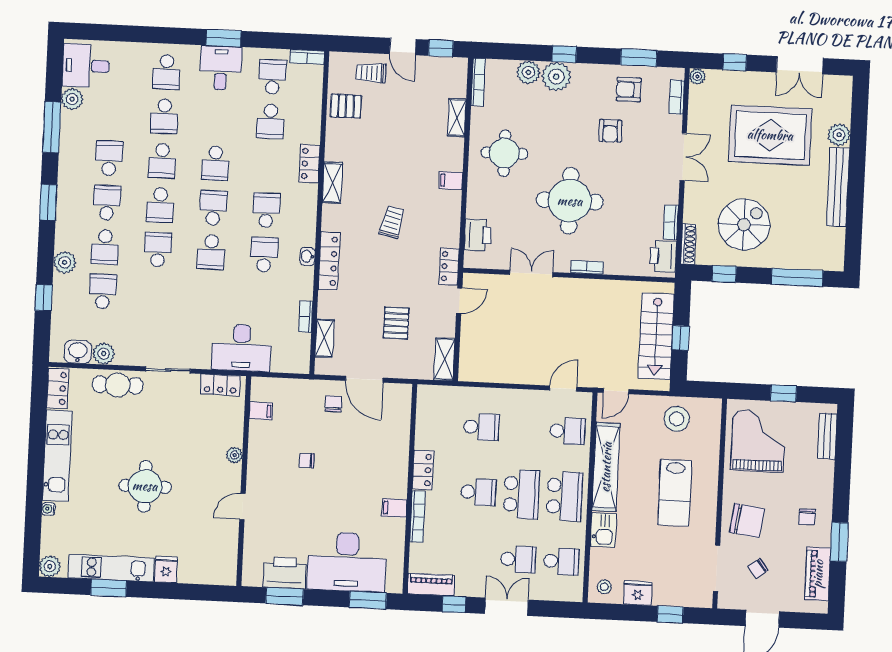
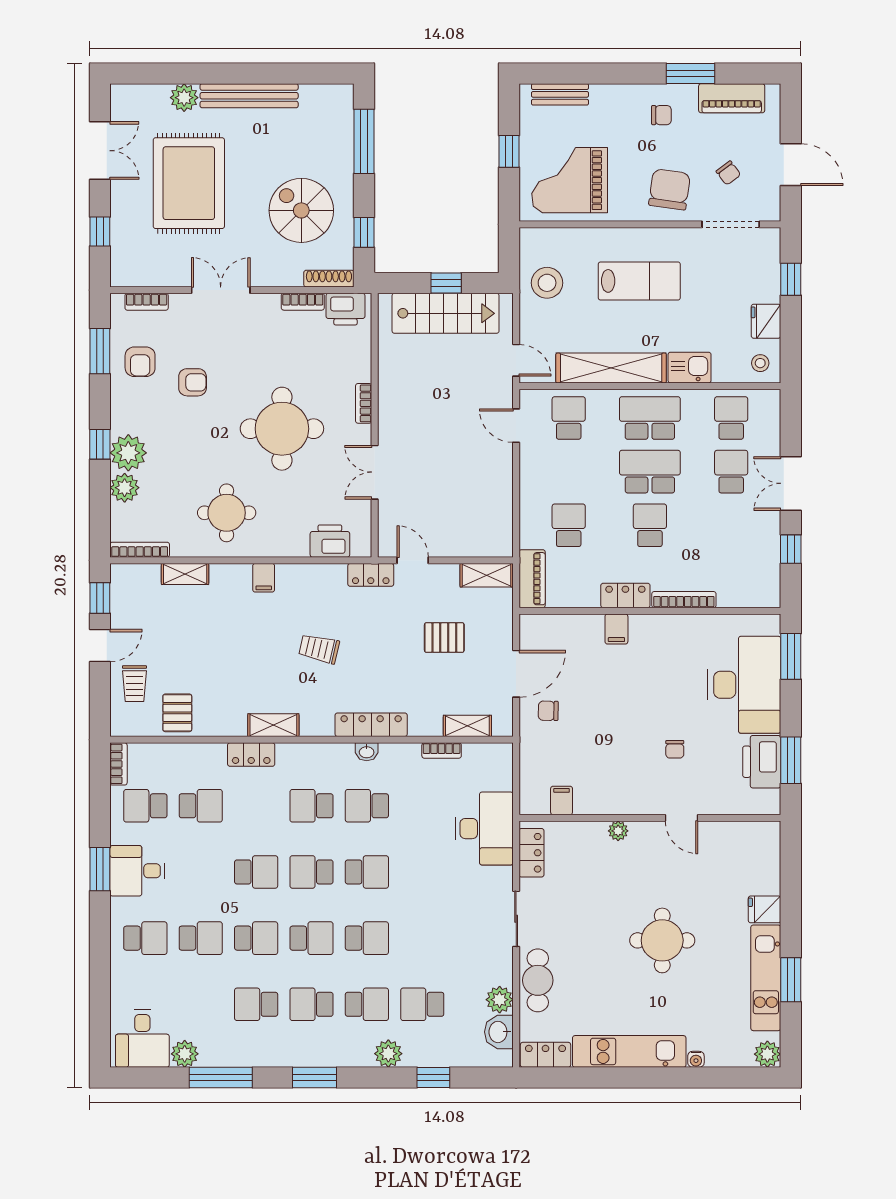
plant: (697, 76) -> (120, 277), removed
school desk: (158, 250) -> (367, 938), turned 180
chair: (307, 461) -> (675, 749), moved
filing cabinet: (394, 508) -> (616, 629), moved
piano: (431, 585) -> (532, 579), moved, turned 180

